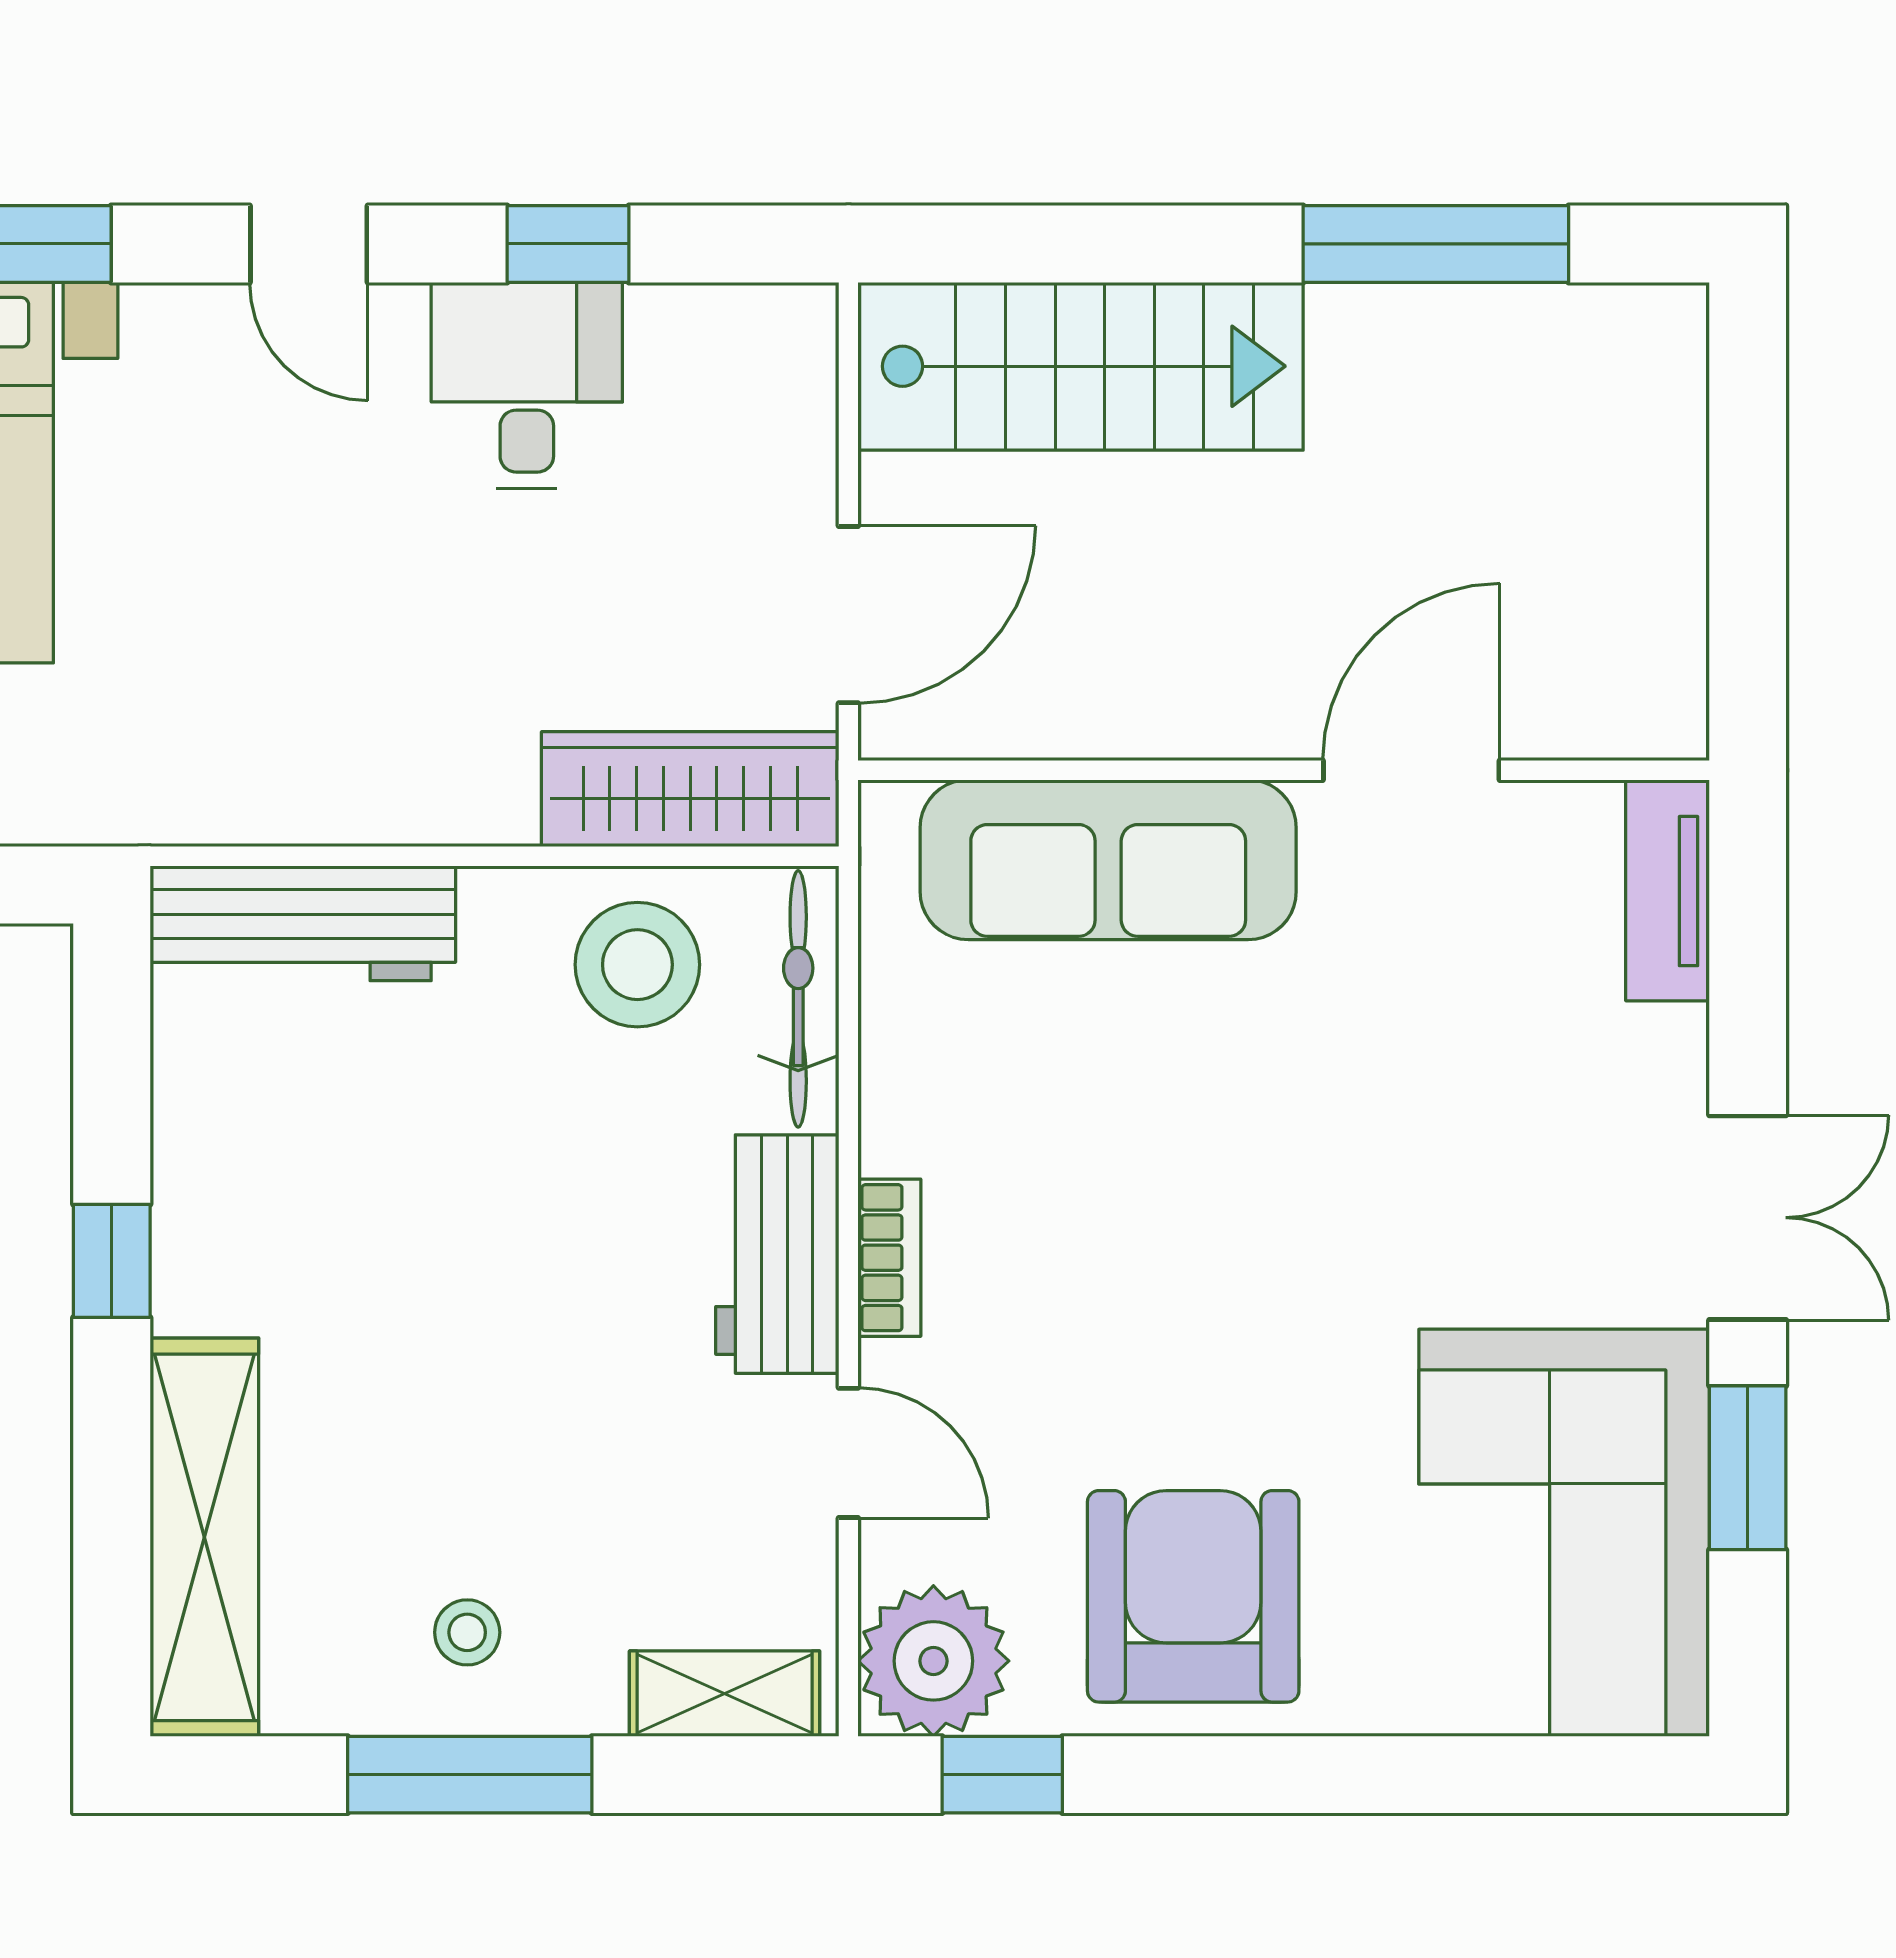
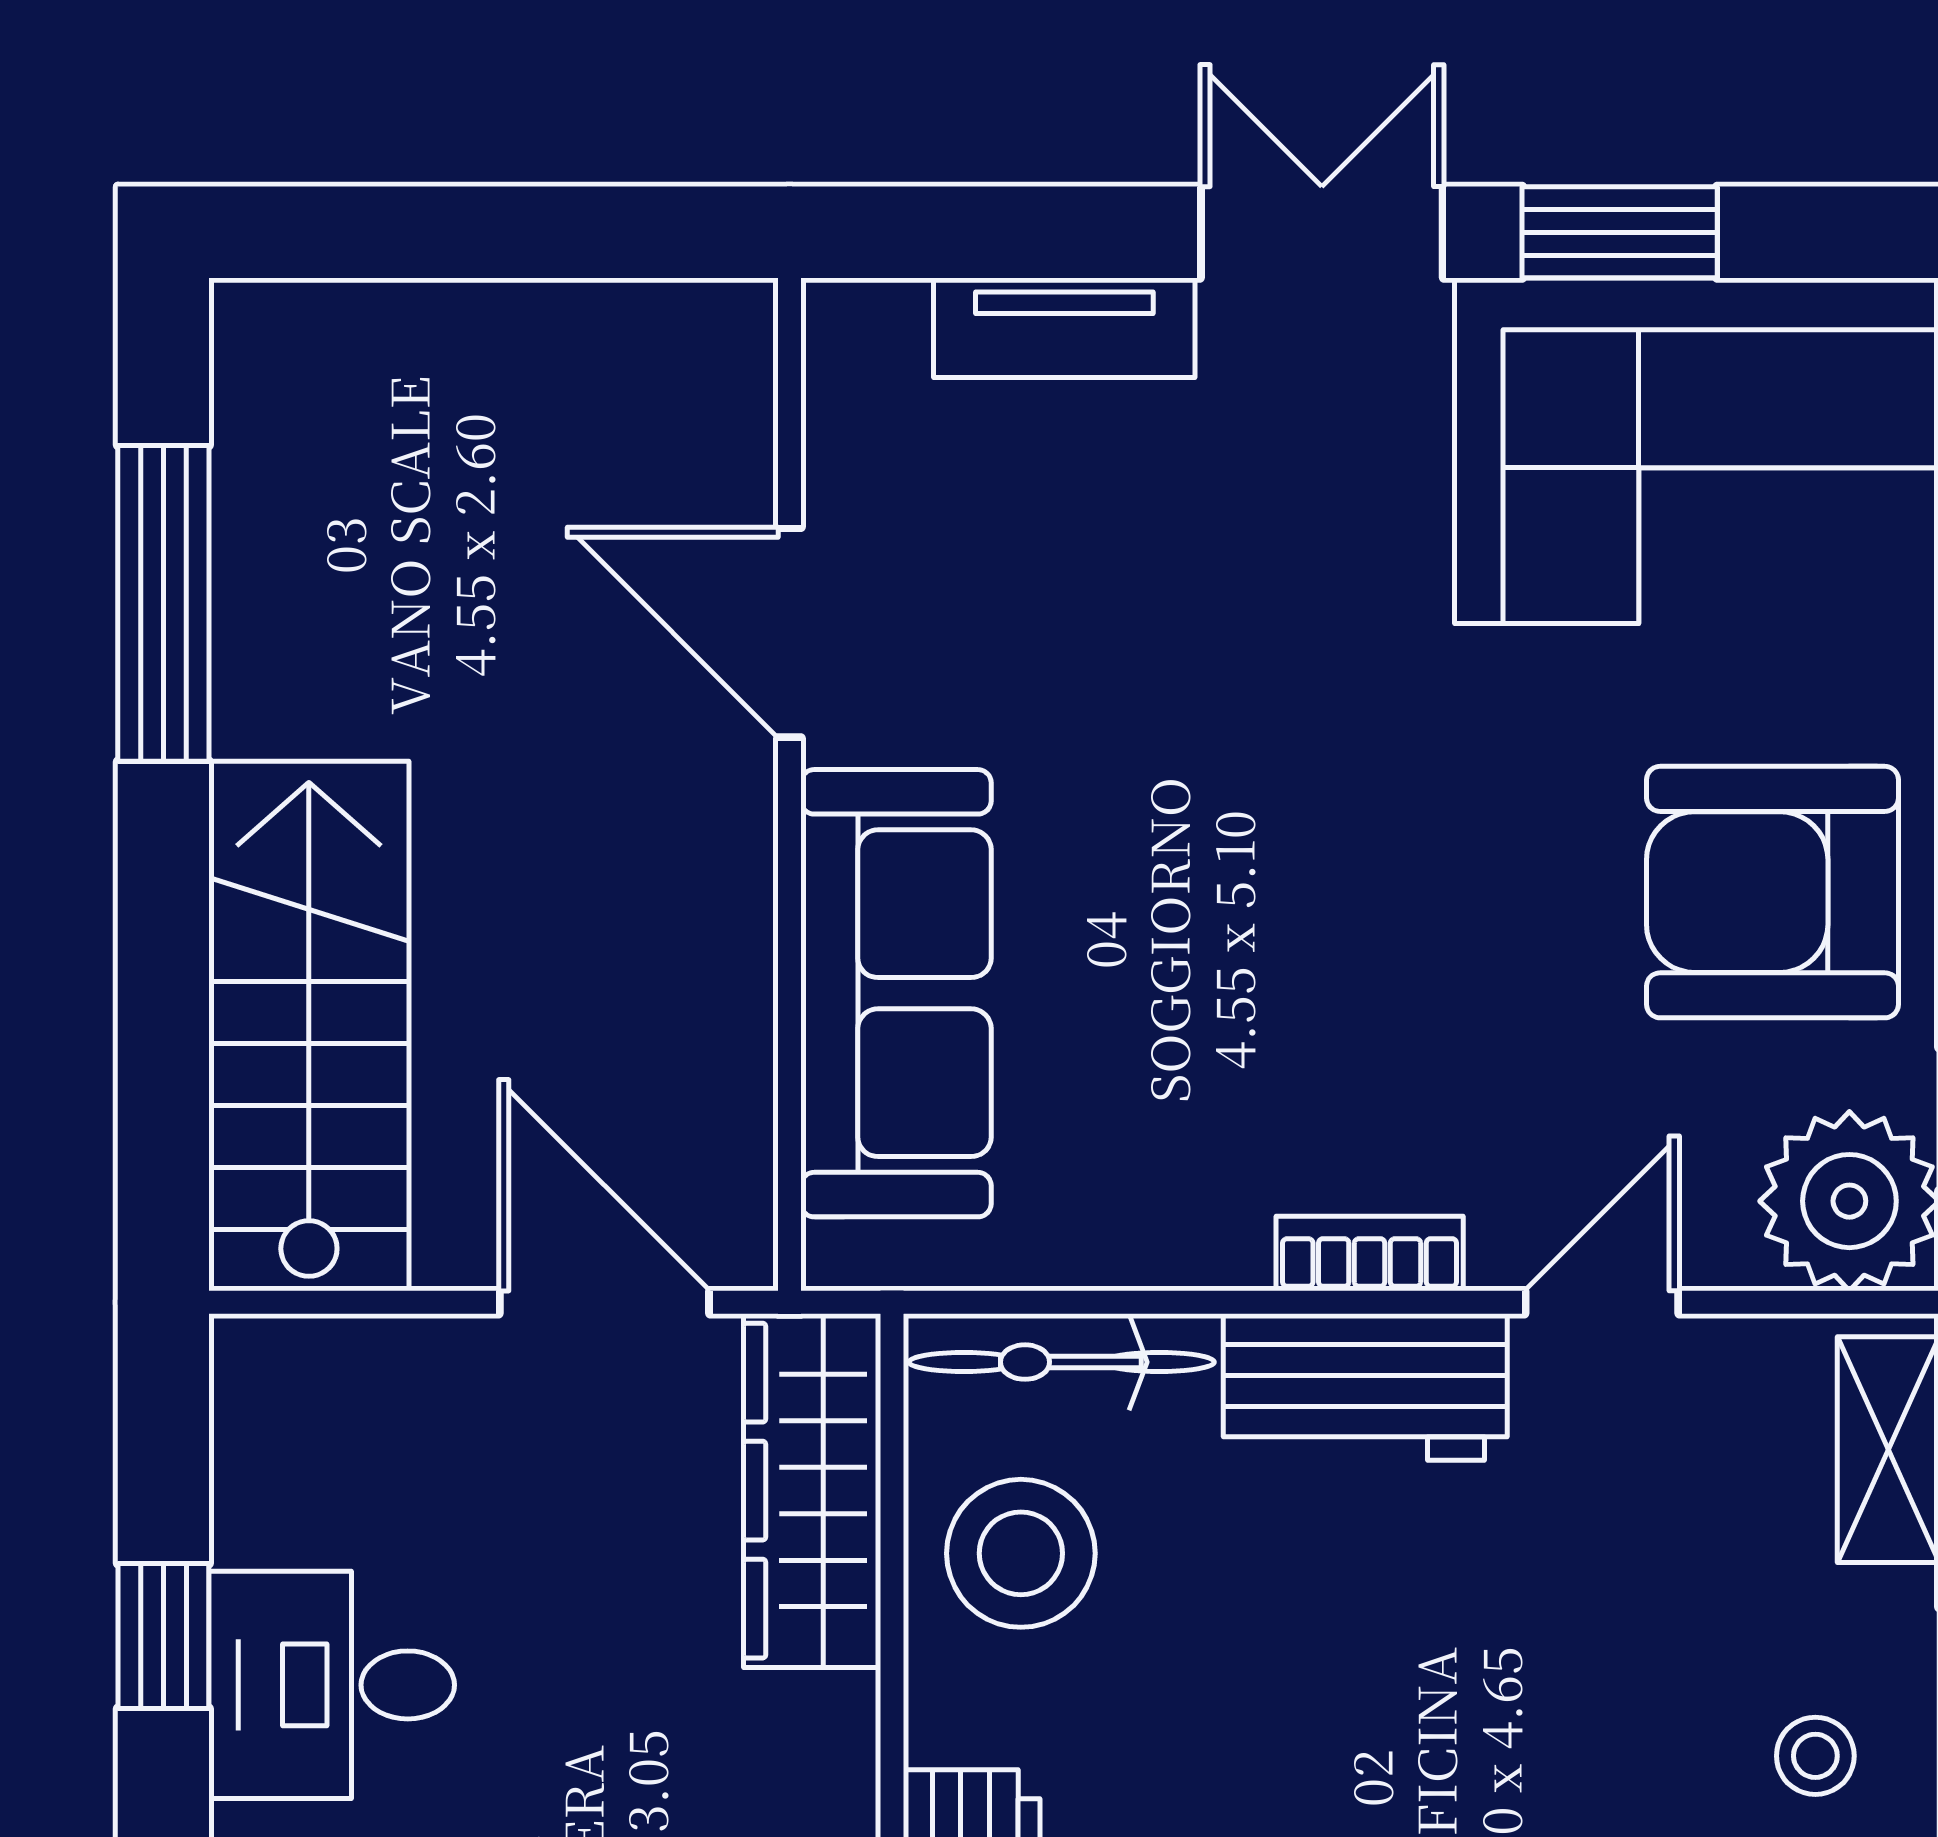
tv unit: (1668, 891) -> (1064, 328), moved

